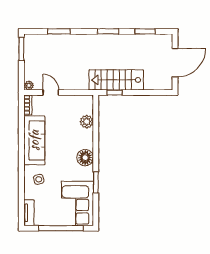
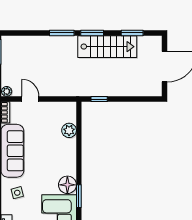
window: (59, 31) -> (62, 33), moved
stairs: (116, 80) -> (107, 47), moved, turned 180
floor lamp: (85, 158) -> (67, 185), moved

